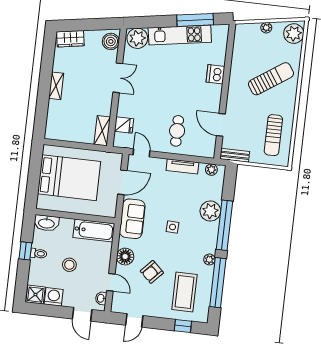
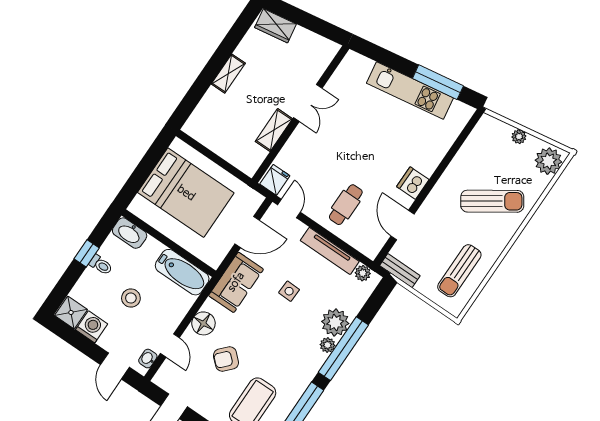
plant: (137, 38) -> (357, 68), removed
boiler: (111, 41) -> (322, 55), removed
dishwasher: (215, 74) -> (413, 183), moved
fridge: (124, 125) -> (275, 180), moved, turned -90
shelving: (102, 131) -> (274, 130), moved
tv unit: (182, 166) -> (330, 251), width x1.41
side table: (173, 227) -> (289, 291), moved
plant: (209, 259) -> (327, 345), moved

